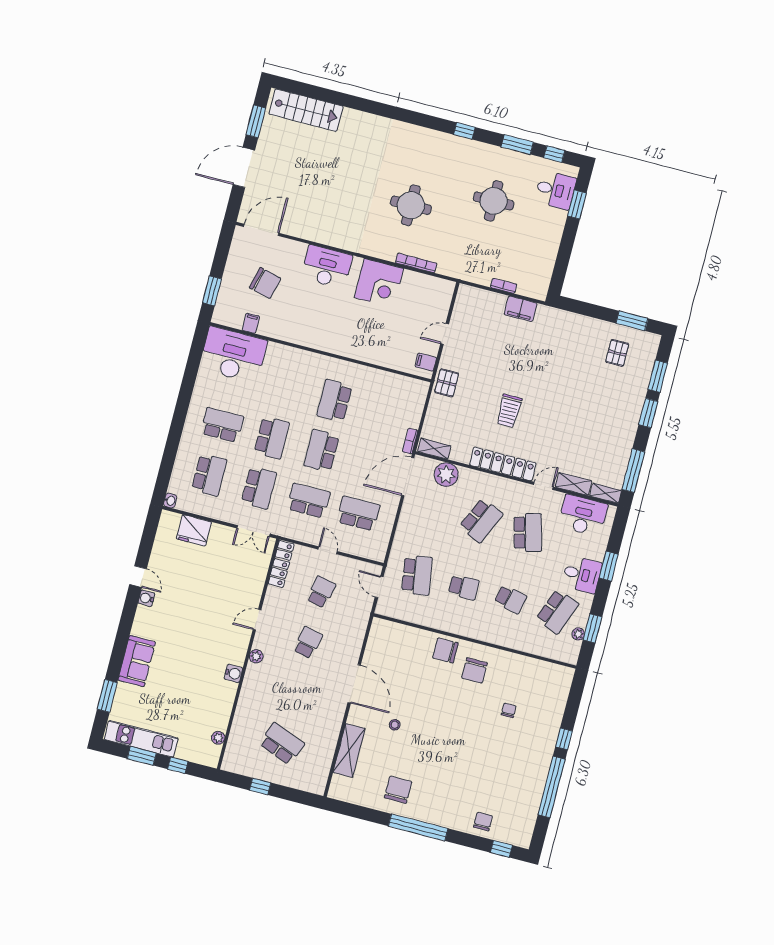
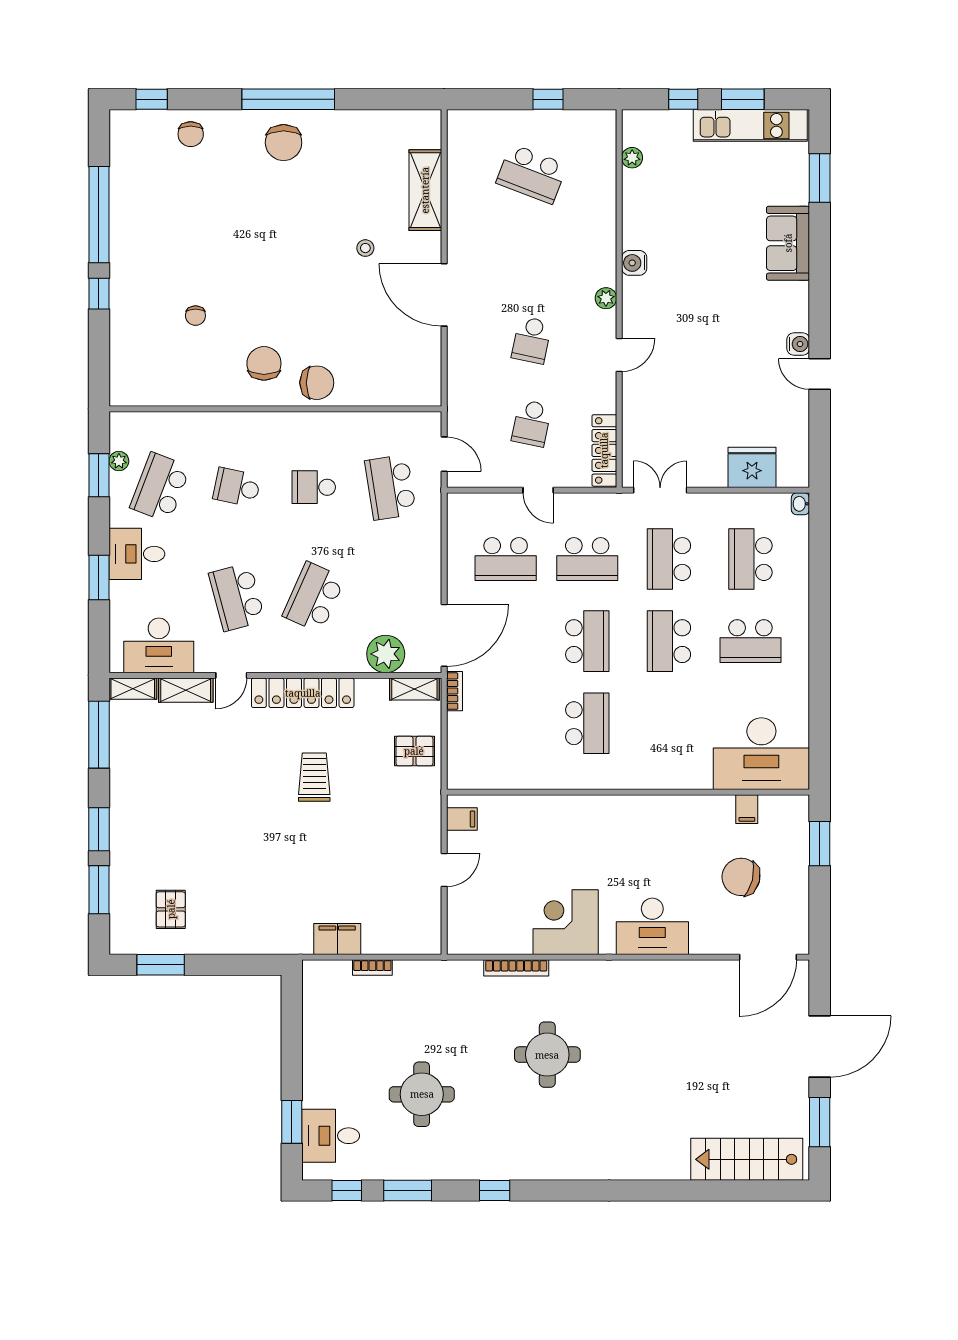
pallet: (447, 383) -> (414, 751), moved, turned 90
chair: (398, 790) -> (284, 143), moved

